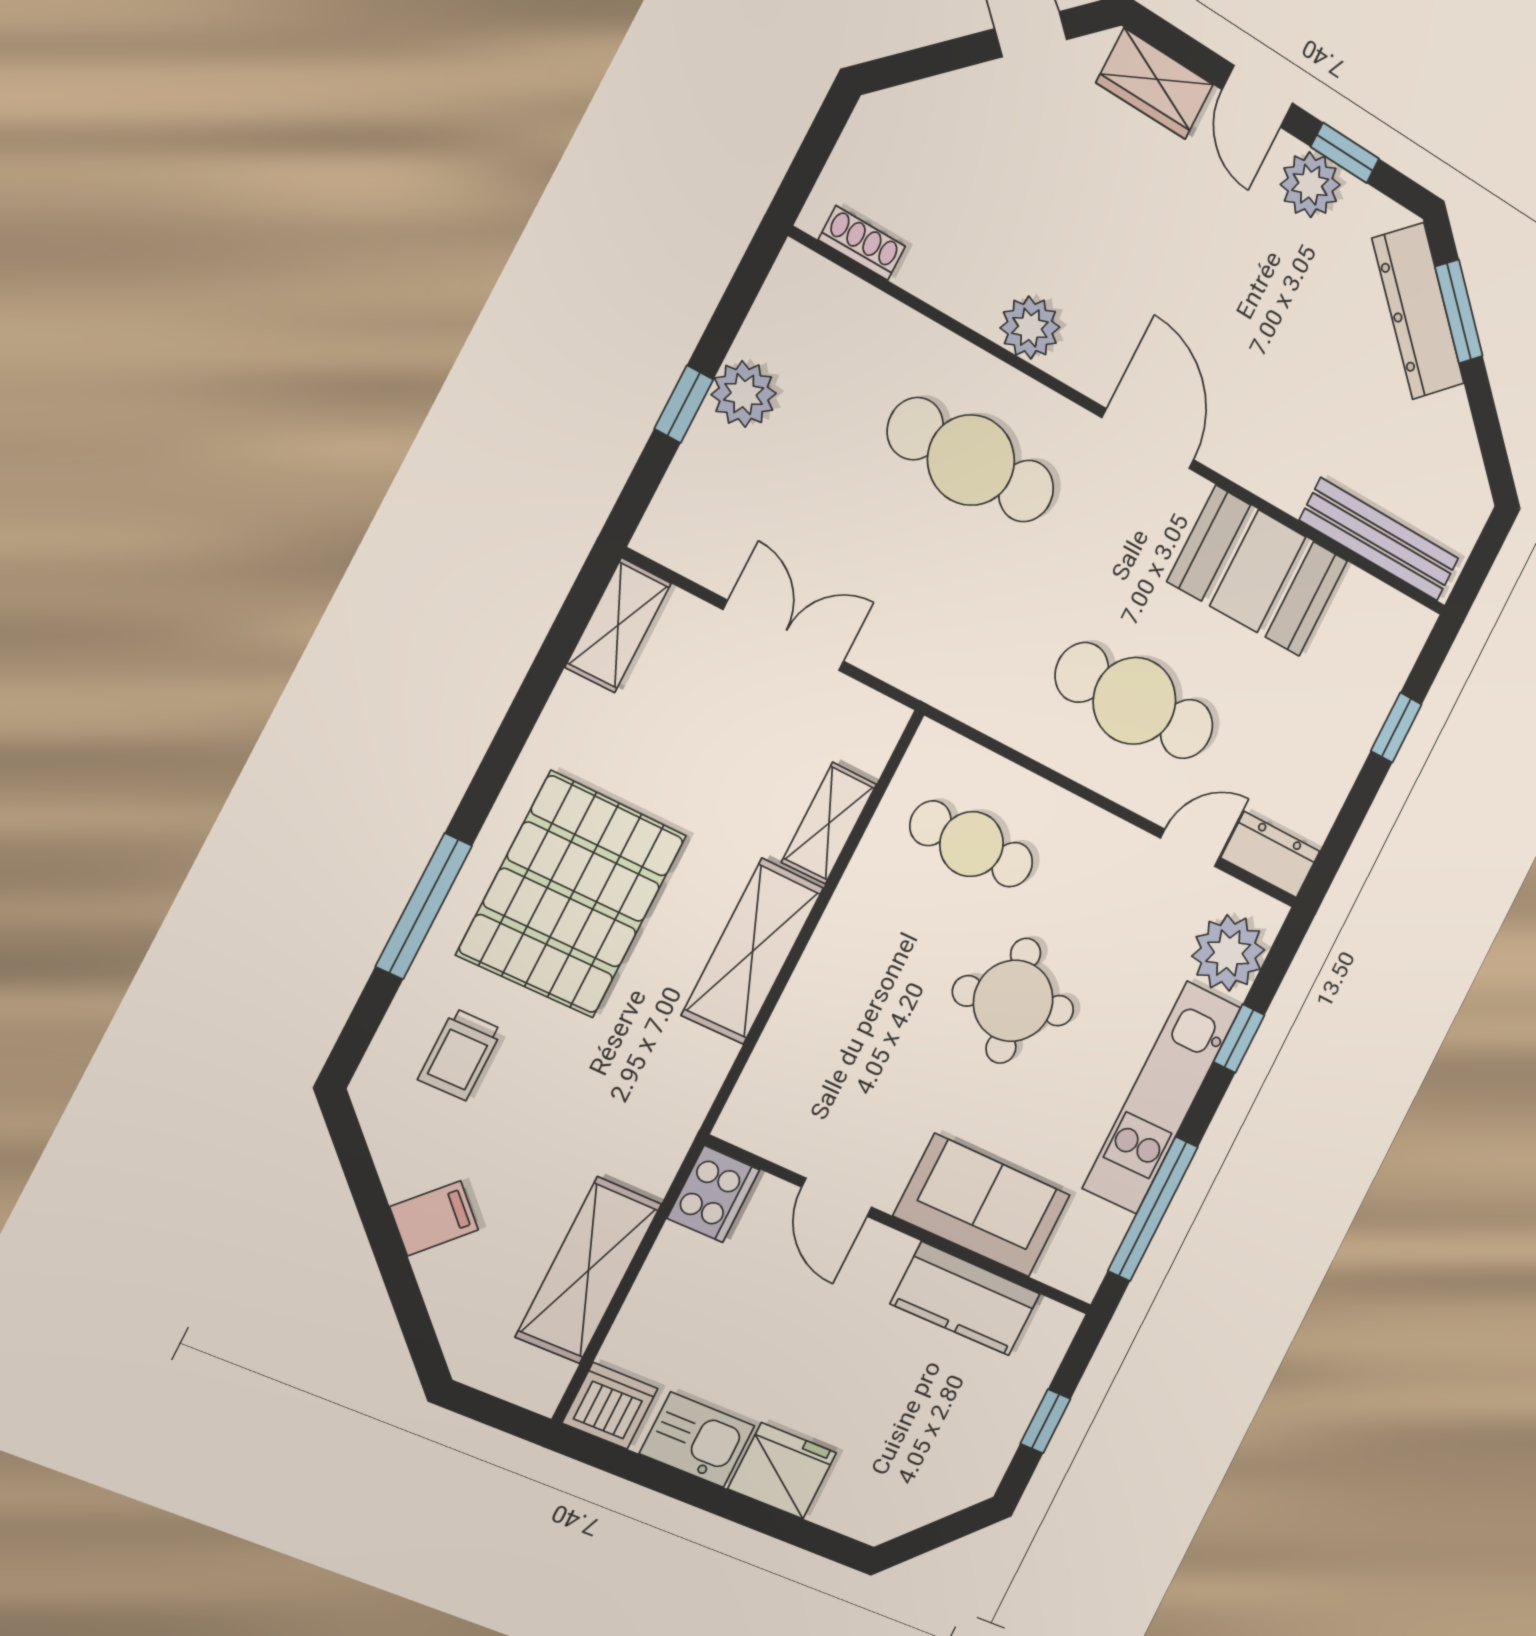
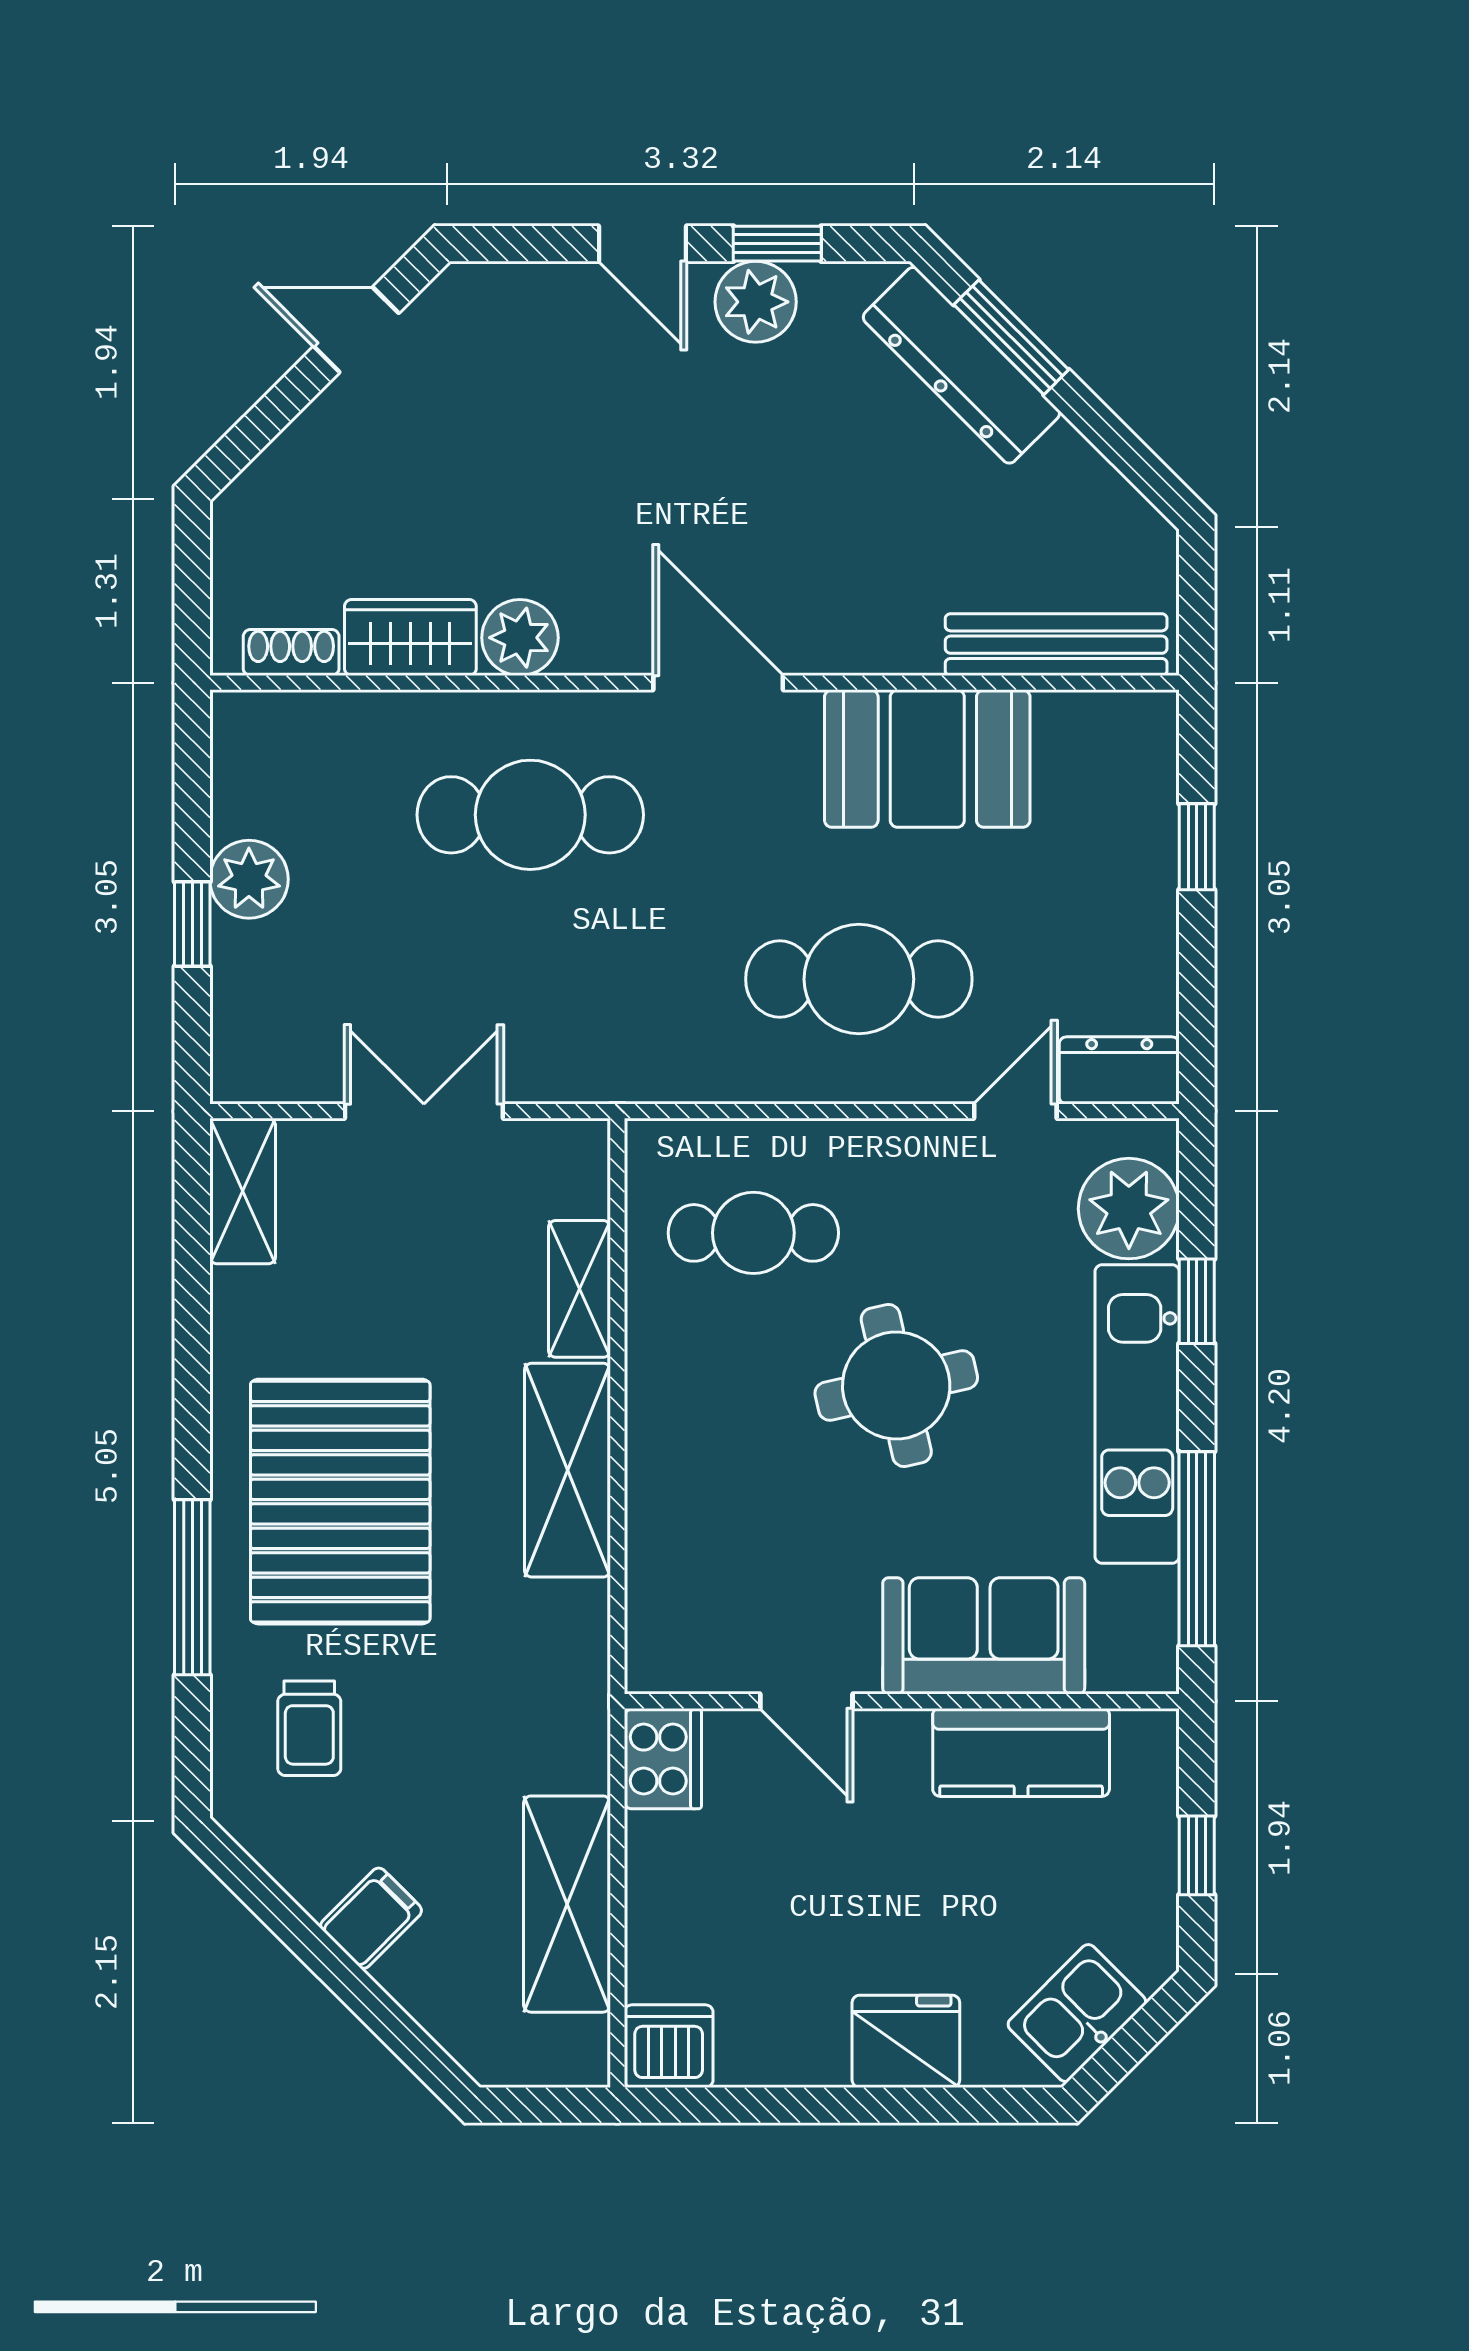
wardrobe: (1155, 84) -> (410, 637), moved, turned 180
kitchen sink: (697, 1440) -> (1077, 2013), moved, turned -45

